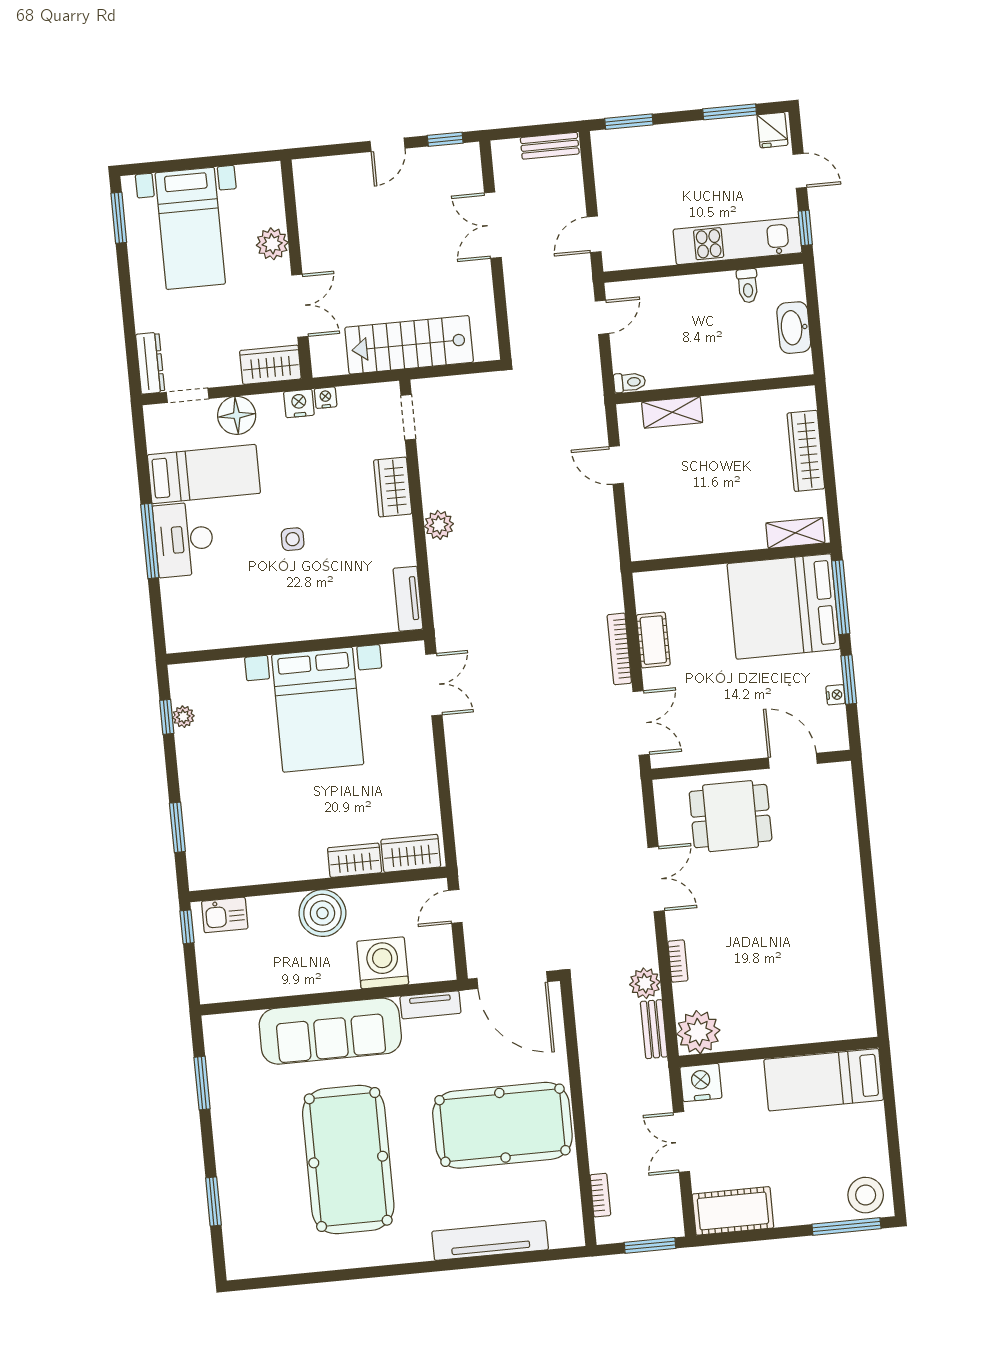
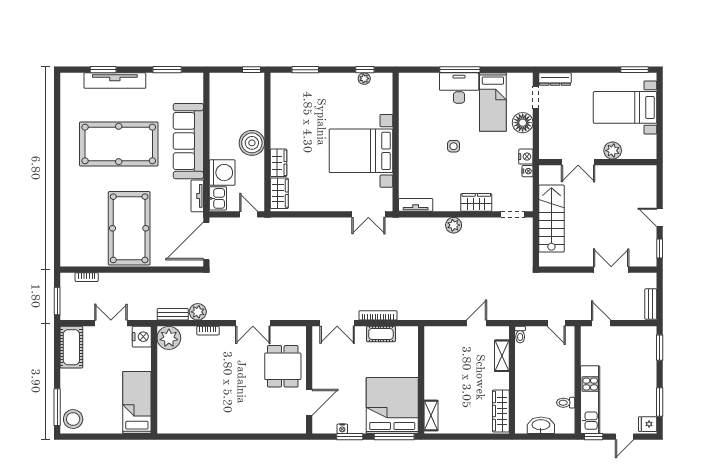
wardrobe: (270, 365) -> (548, 143), removed
wardrobe: (806, 451) -> (501, 411), moved, turned -90
kitchen sink: (225, 915) -> (218, 198), moved, turned 180
tv unit: (490, 1240) -> (115, 81), moved, turned 90

